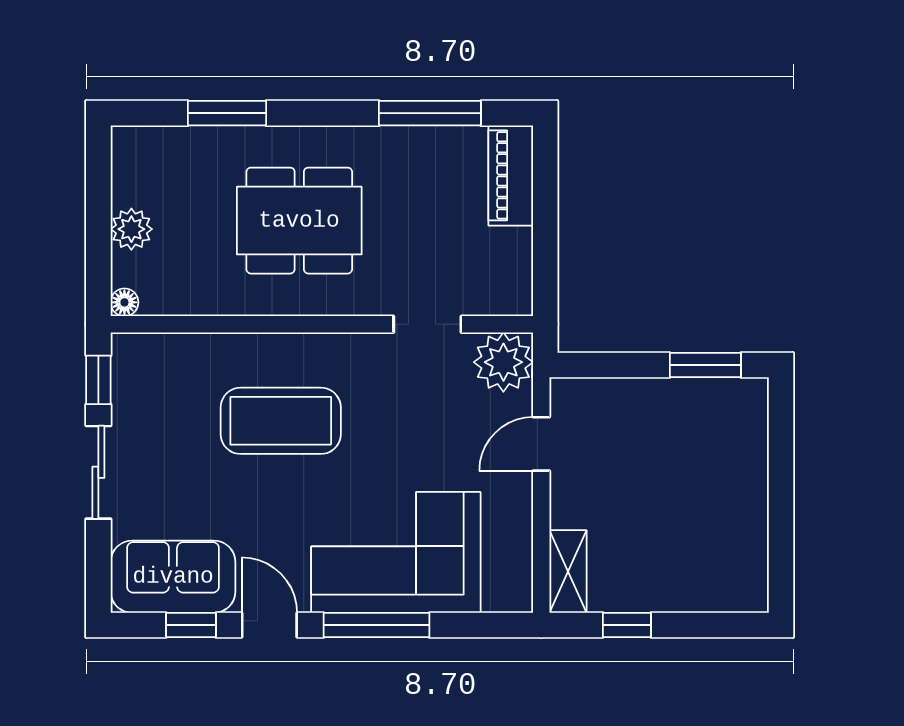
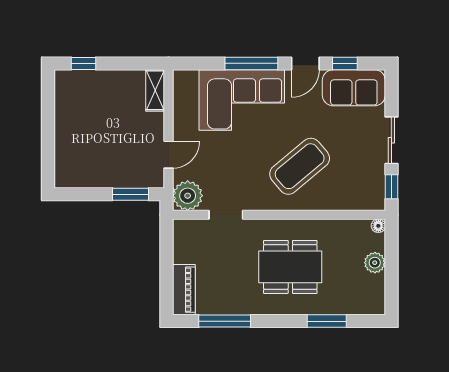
window: (705, 365) -> (130, 194), moved
coffee table: (281, 421) -> (300, 166), turned -40
door: (269, 625) -> (305, 63), hinge flipped
window: (627, 625) -> (84, 63), moved

